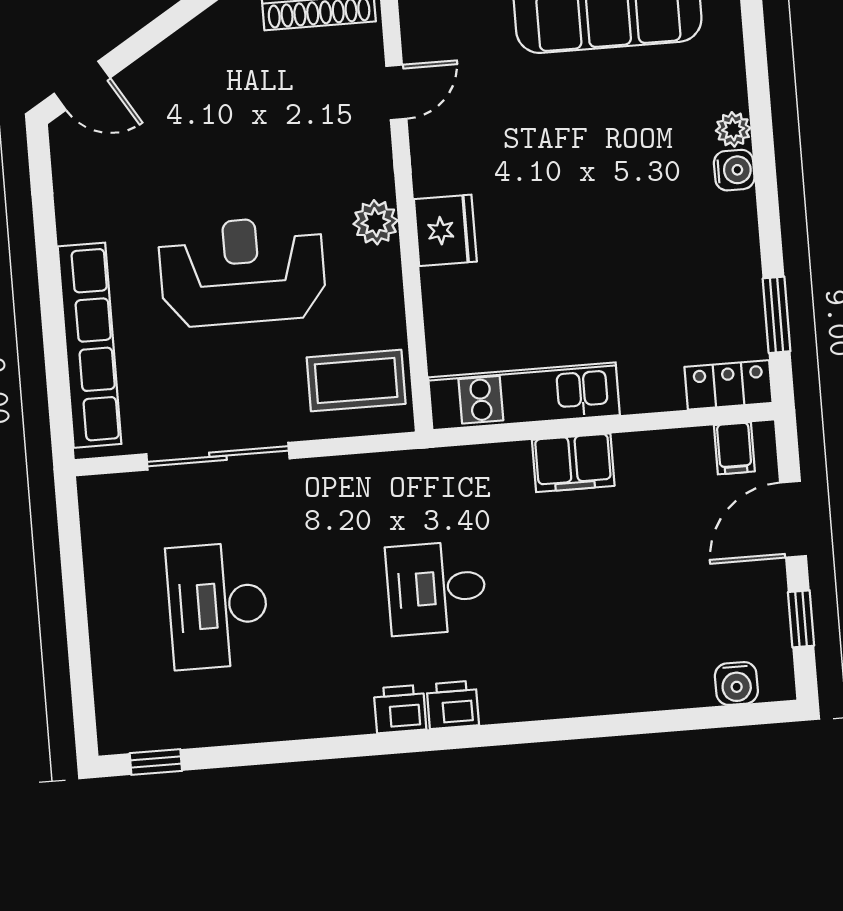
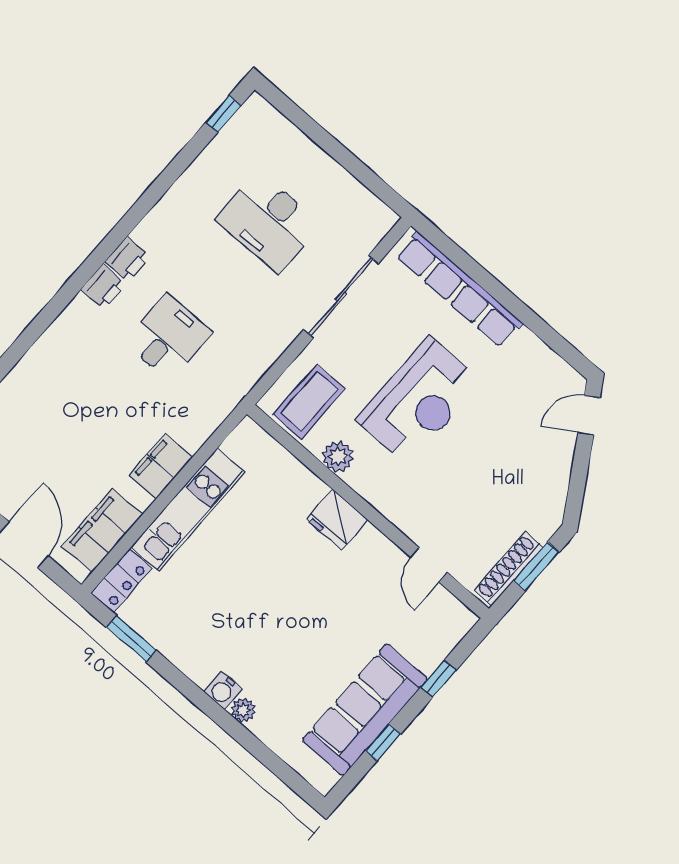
plant: (376, 222) -> (338, 457), moved
kitchen unit: (524, 396) -> (188, 509), moved
filing cabinet: (734, 448) -> (102, 530), width x3.00, depth x1.17
desk: (218, 606) -> (268, 222), turned 180

